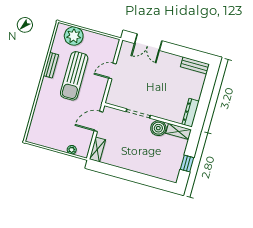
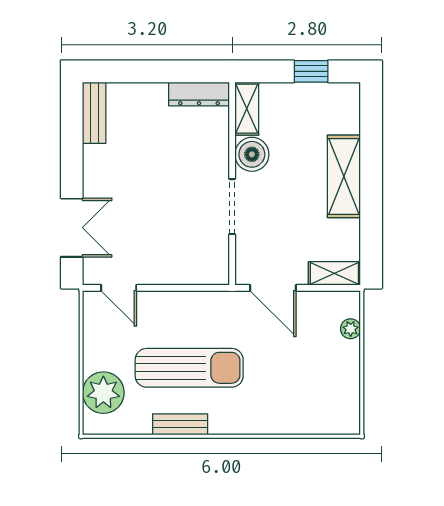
door: (112, 71) -> (119, 288), moved
shelving: (138, 165) -> (344, 176), added

